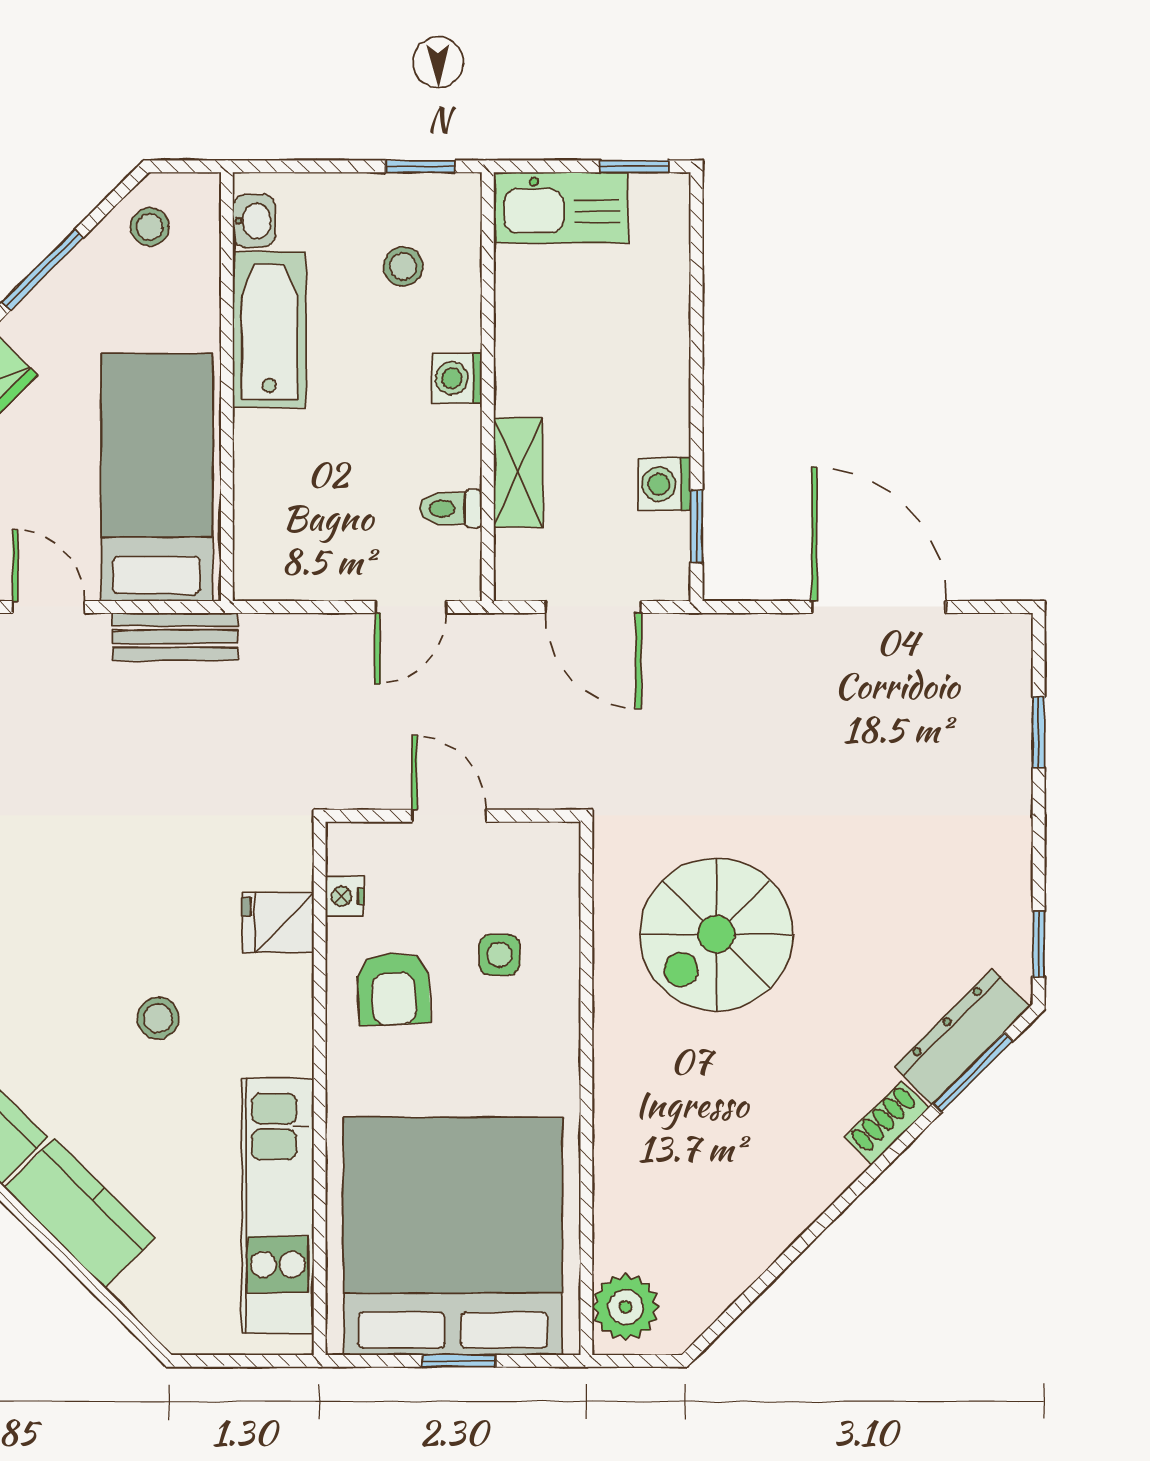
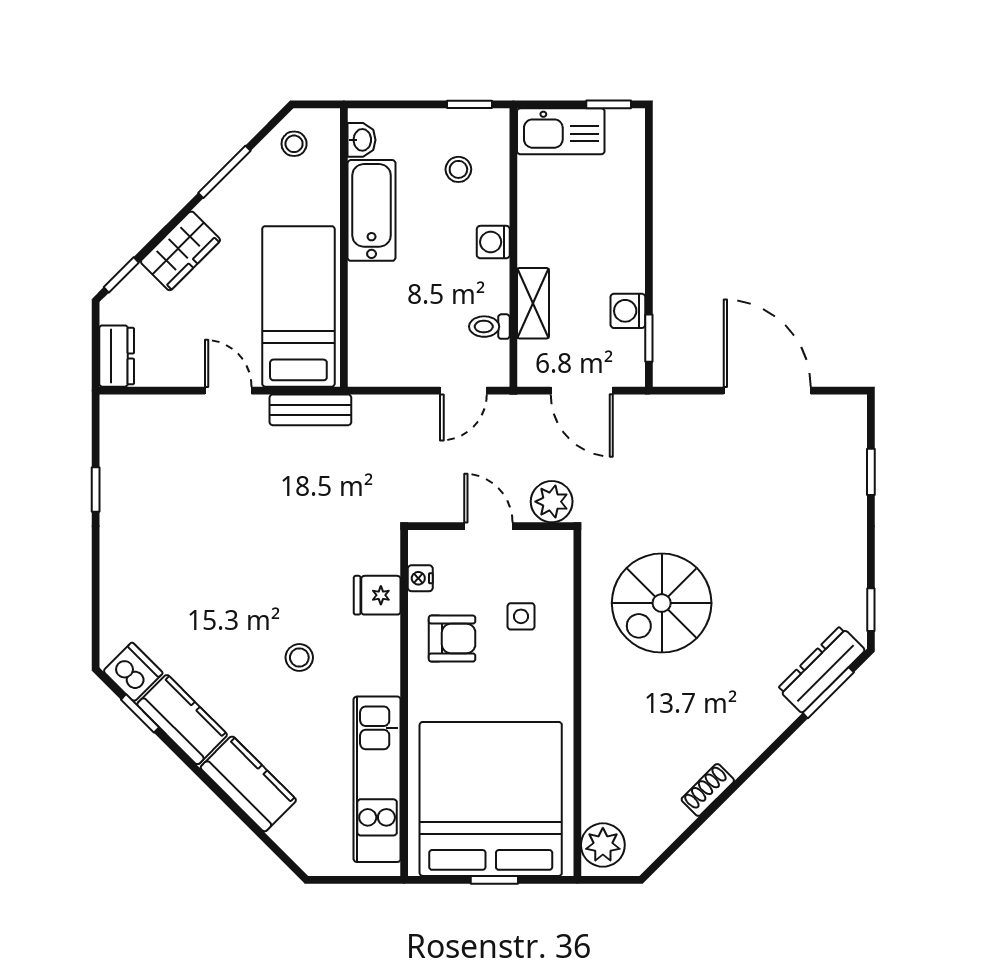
plant: (547, 778) -> (552, 502), added
armchair: (393, 989) -> (452, 639), turned -87
shoe rack: (887, 1123) -> (708, 790), moved

